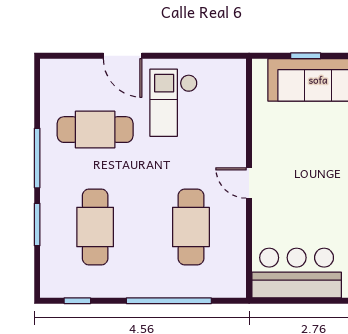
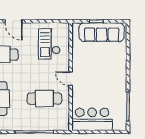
checkout: (174, 103) -> (49, 44), moved
cafe table: (191, 227) -> (44, 99), turned 90

